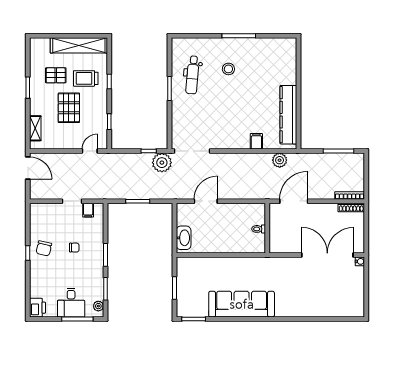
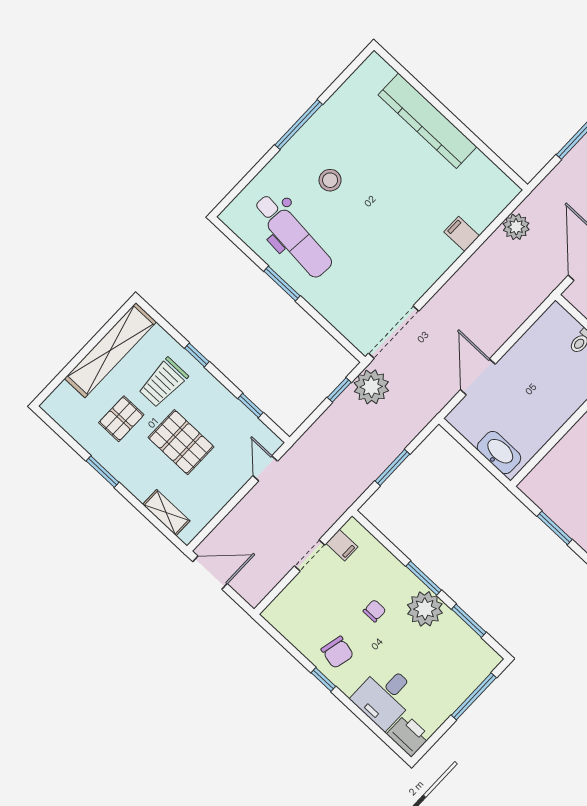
dental chair: (192, 75) -> (293, 236), width x1.36, depth x1.38
kitchen counter: (288, 115) -> (427, 121), moved
desk: (71, 303) -> (385, 696), moved, turned 90
plant: (98, 306) -> (425, 609), moved, width x1.88, depth x1.88

